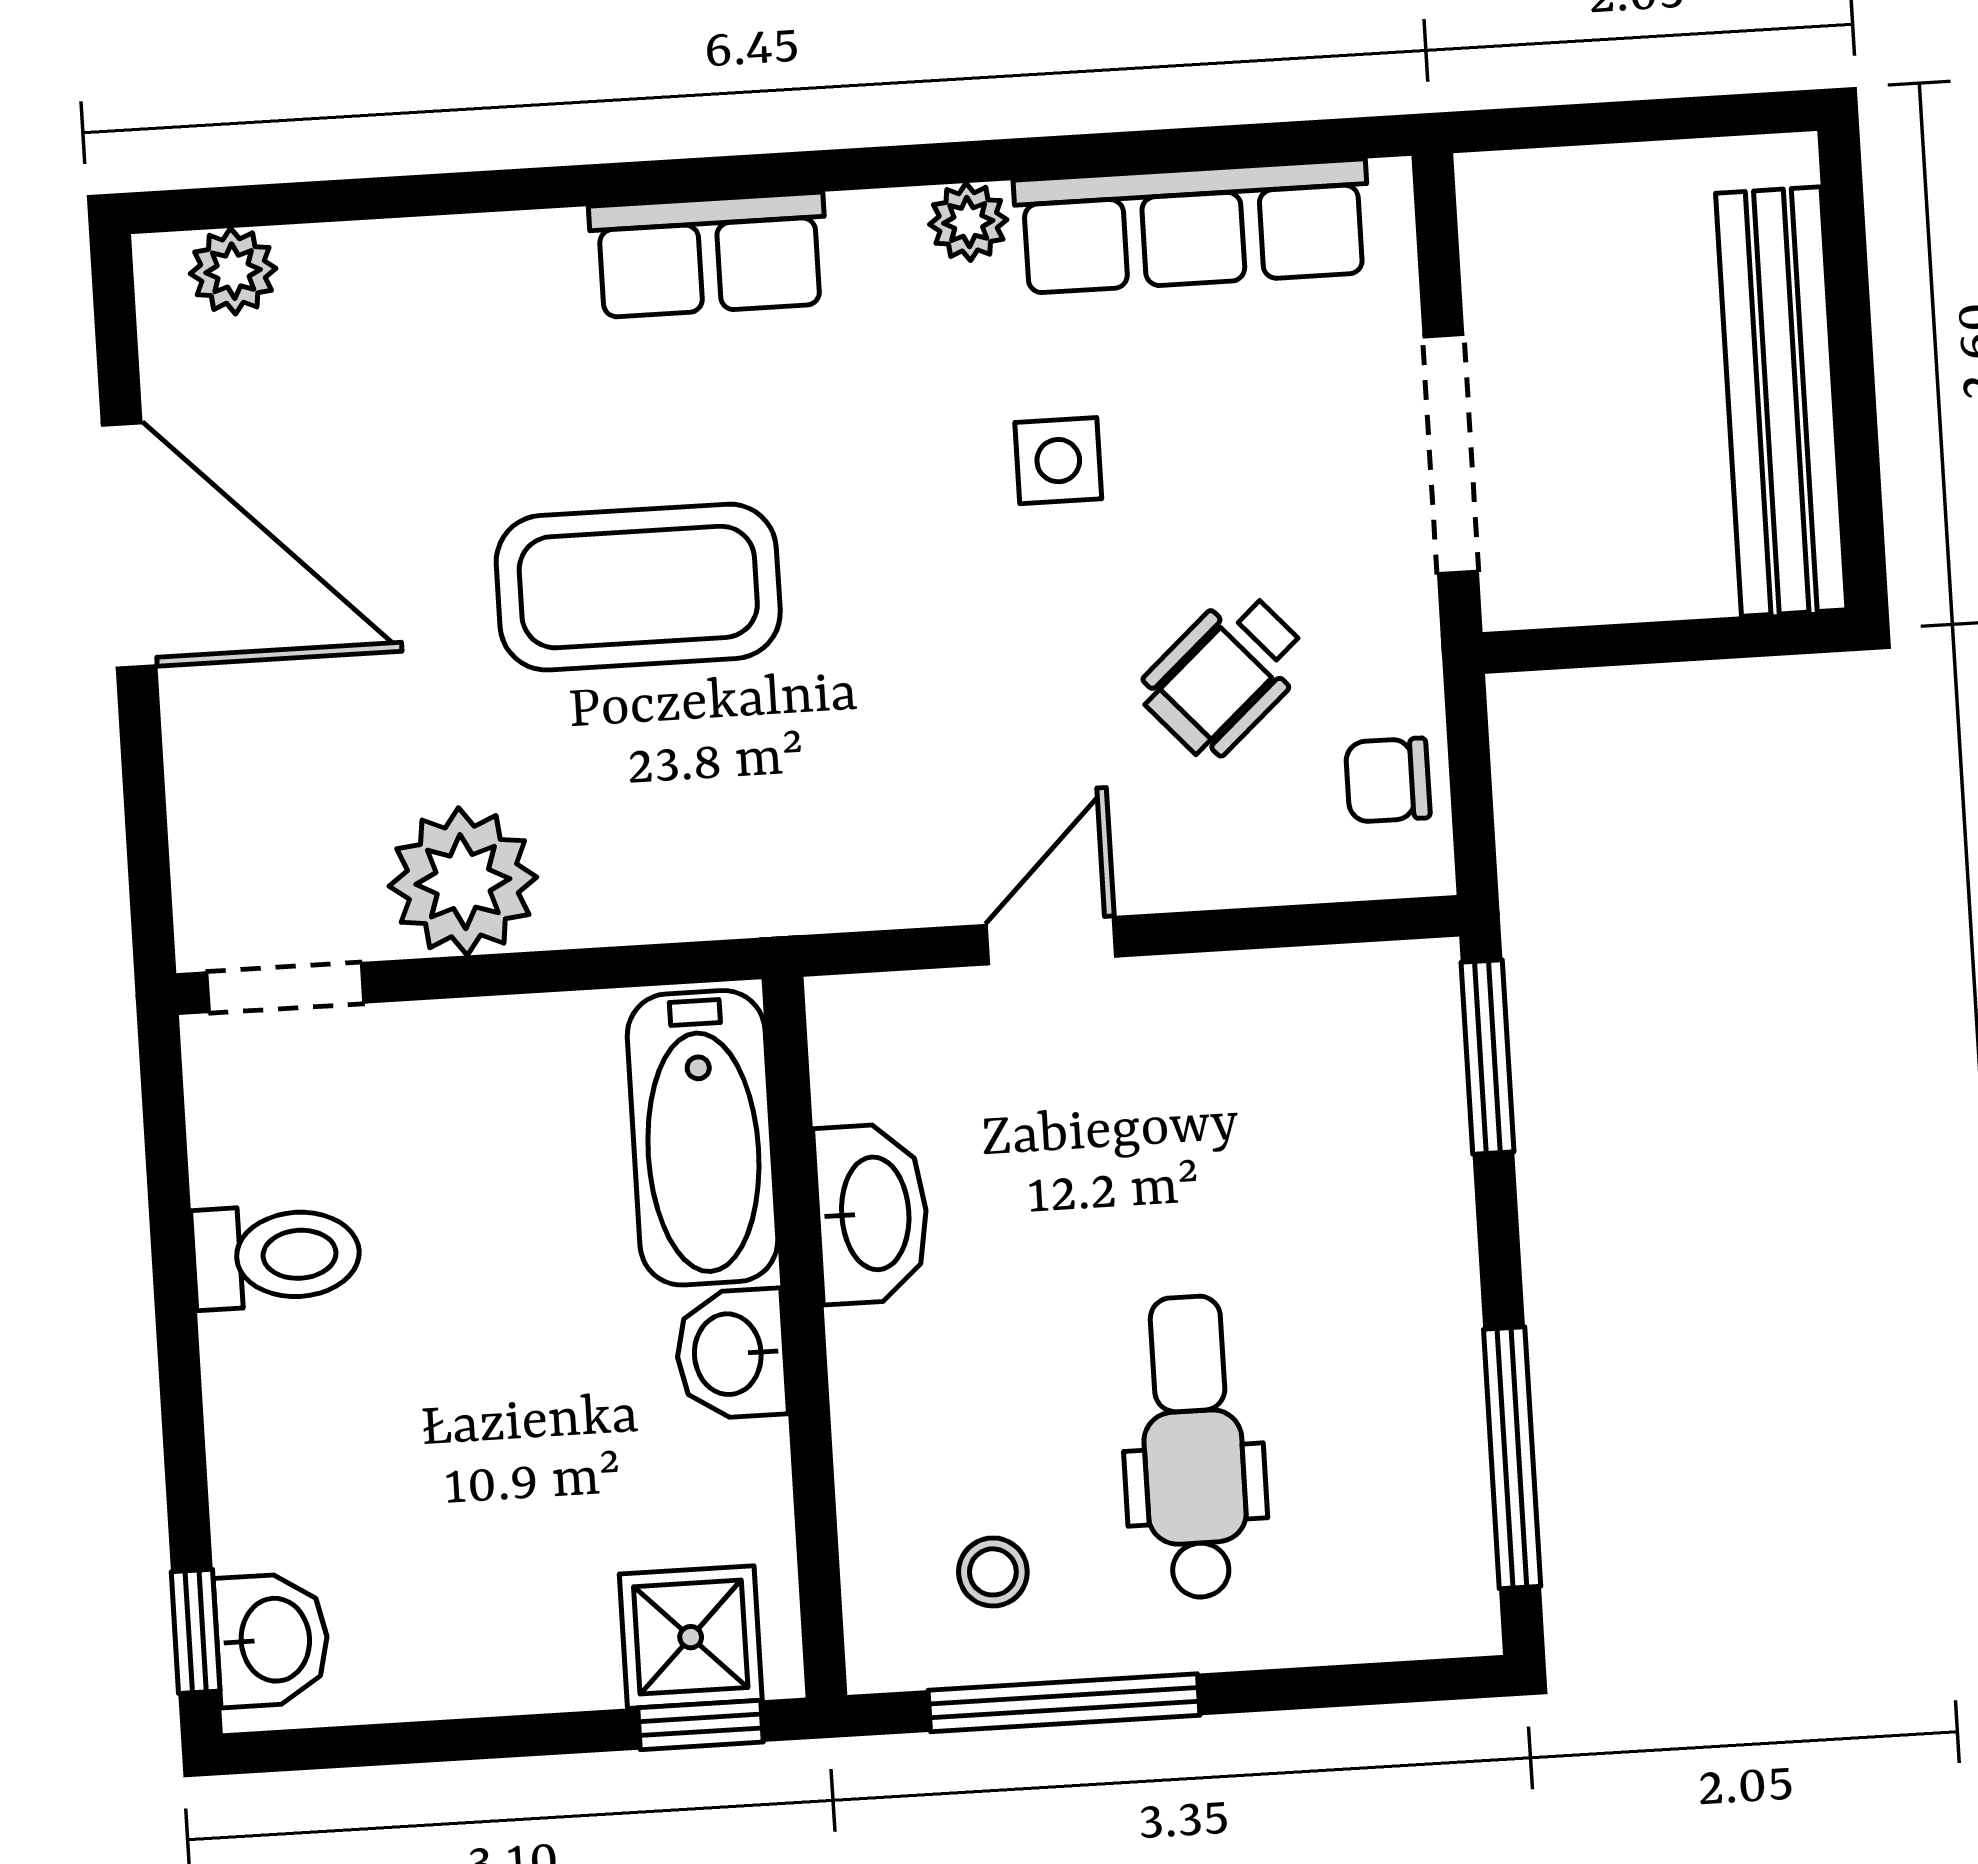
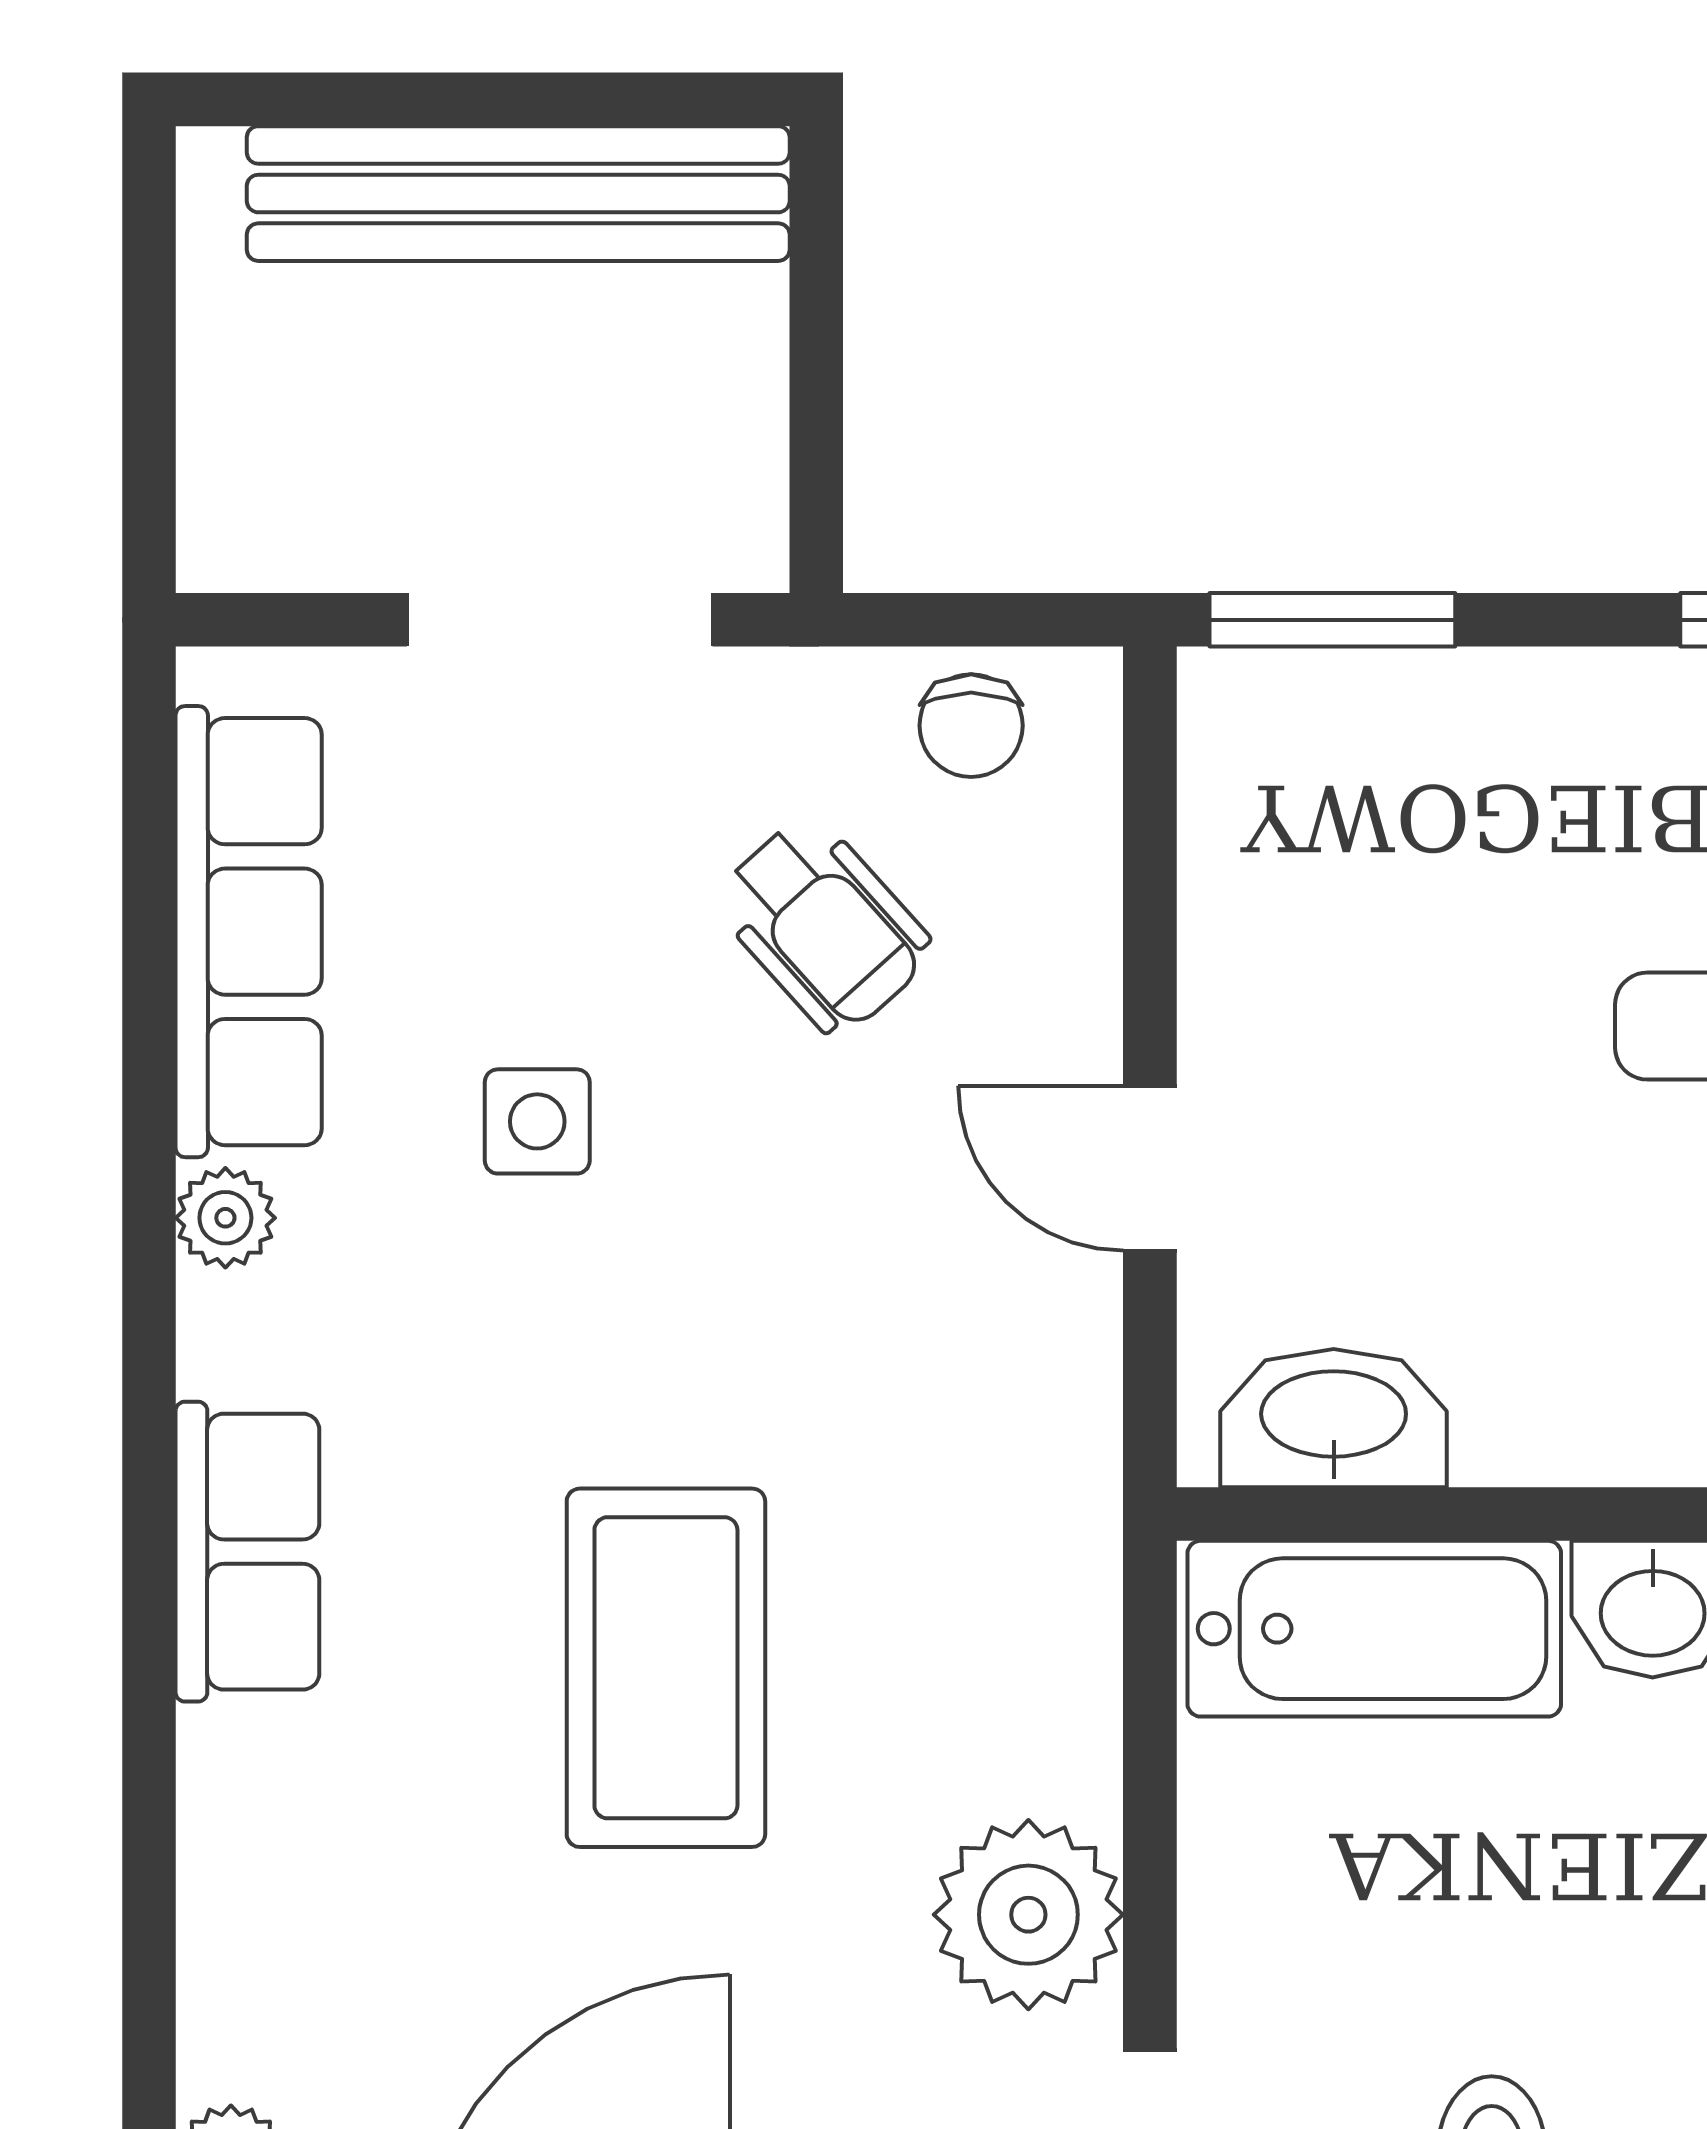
washbasin: (872, 1214) -> (1334, 1418), moved

